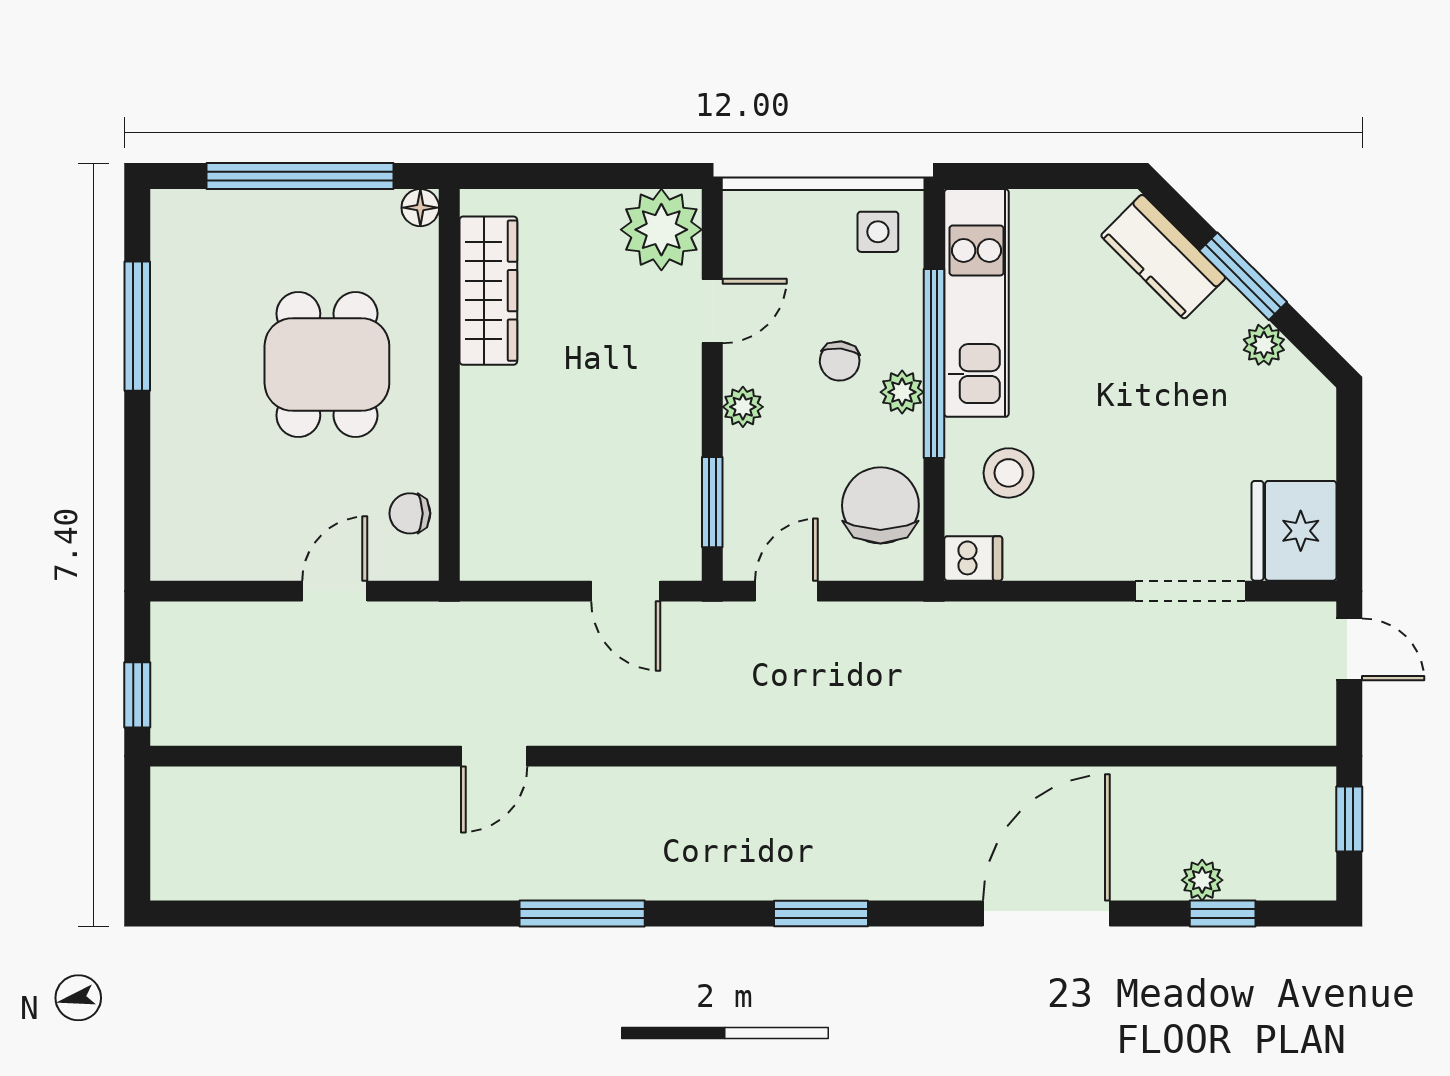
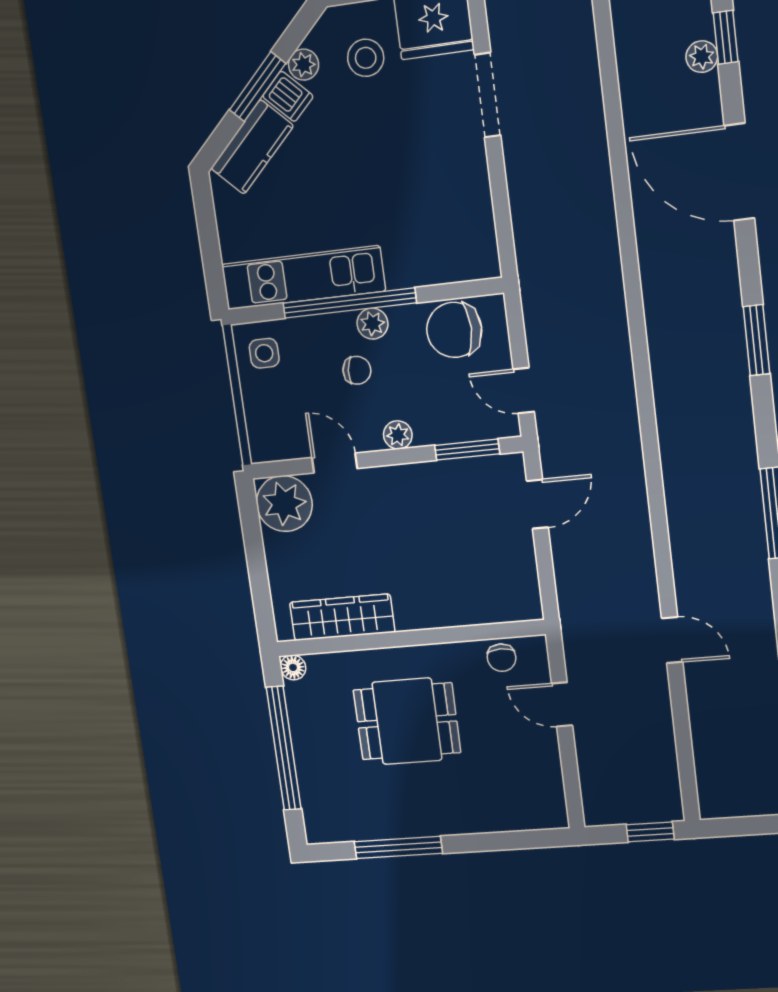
stool: (1009, 473) -> (366, 58), moved
dishwasher: (973, 558) -> (288, 96), moved, turned 135
door: (494, 756) -> (672, 640), moved

